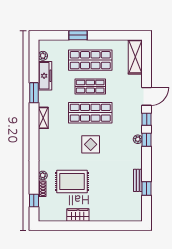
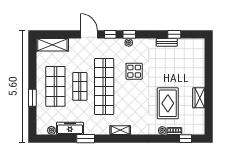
shop shelf: (90, 113) -> (104, 86), width x1.40
shelving: (43, 118) -> (120, 130), moved
display table: (91, 144) -> (134, 71), moved

